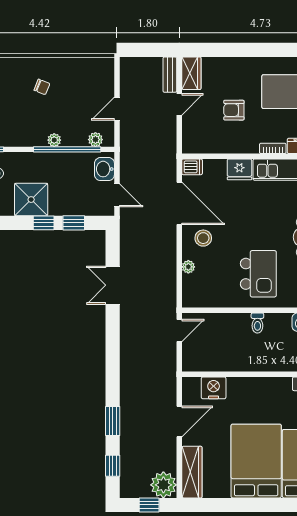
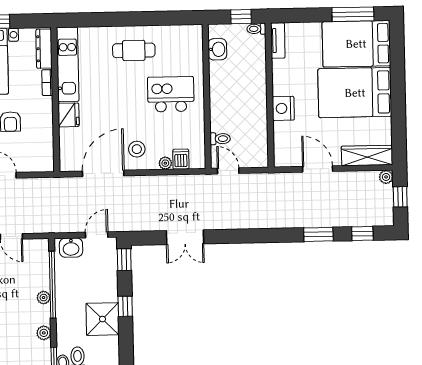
plant: (95, 140) -> (44, 333), moved
dishwasher: (192, 167) -> (181, 159), moved
window: (74, 223) -> (124, 260), moved
toilet: (257, 323) -> (220, 139), moved
nightstand: (214, 388) -> (283, 108), moved
plant: (163, 485) -> (386, 177), width x0.53, depth x0.53

